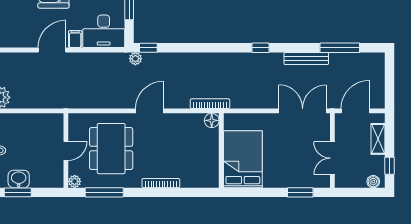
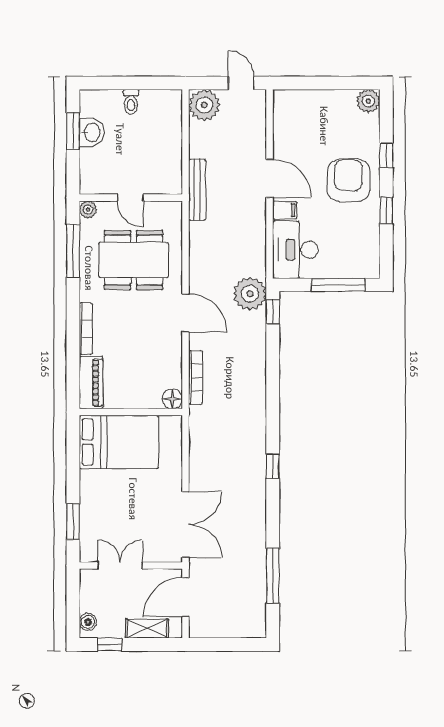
bench: (306, 58) -> (197, 190), moved
plant: (135, 59) -> (250, 294), width x1.87, depth x1.87
bookcase: (210, 104) -> (196, 377), moved
door: (355, 111) -> (185, 597), swing flipped
piano: (200, 179) -> (91, 383), added

